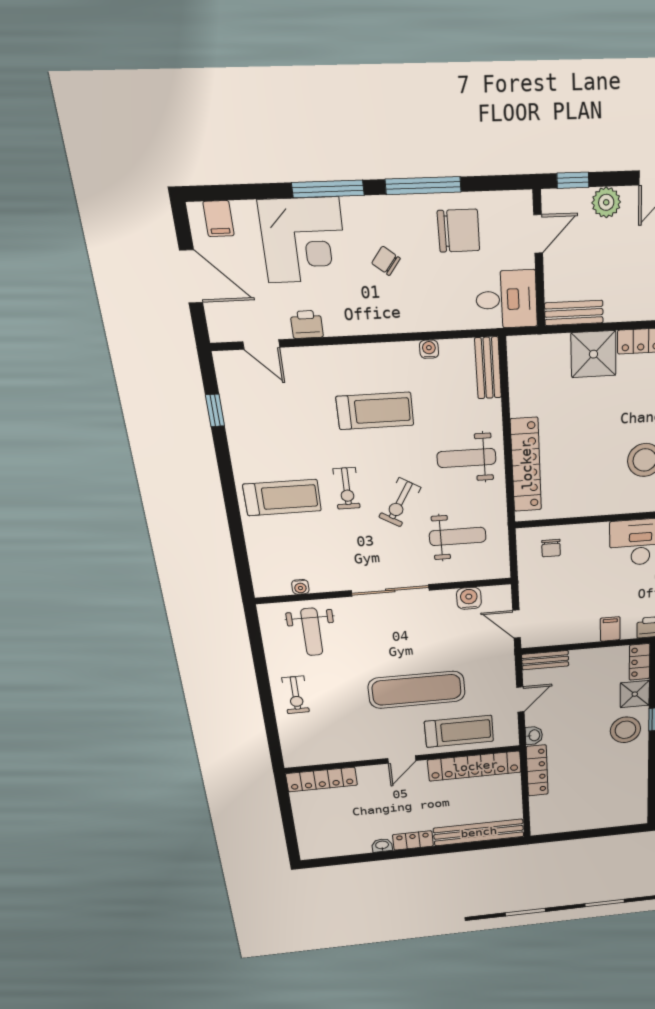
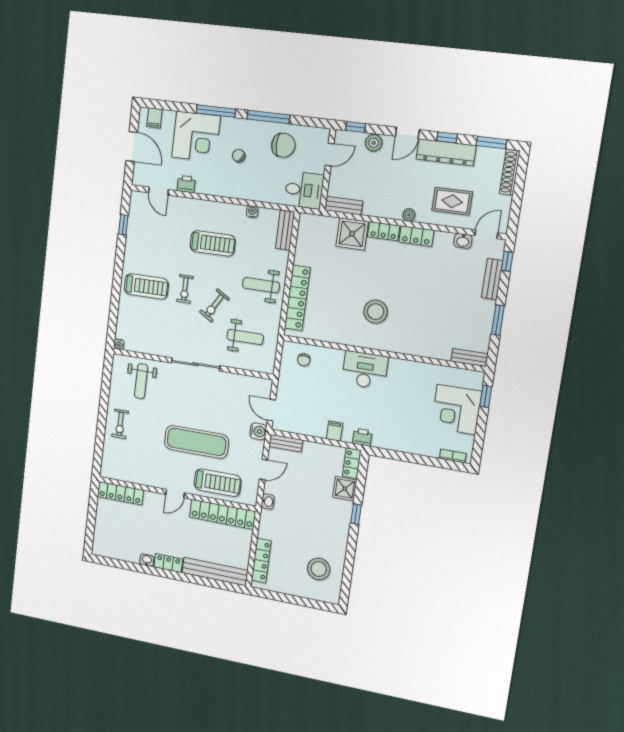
water cooler: (300, 587) -> (119, 344), moved
water cooler: (469, 598) -> (258, 431), moved, turned 90
stool: (625, 730) -> (319, 569), moved
locker: (537, 770) -> (261, 561), moved

